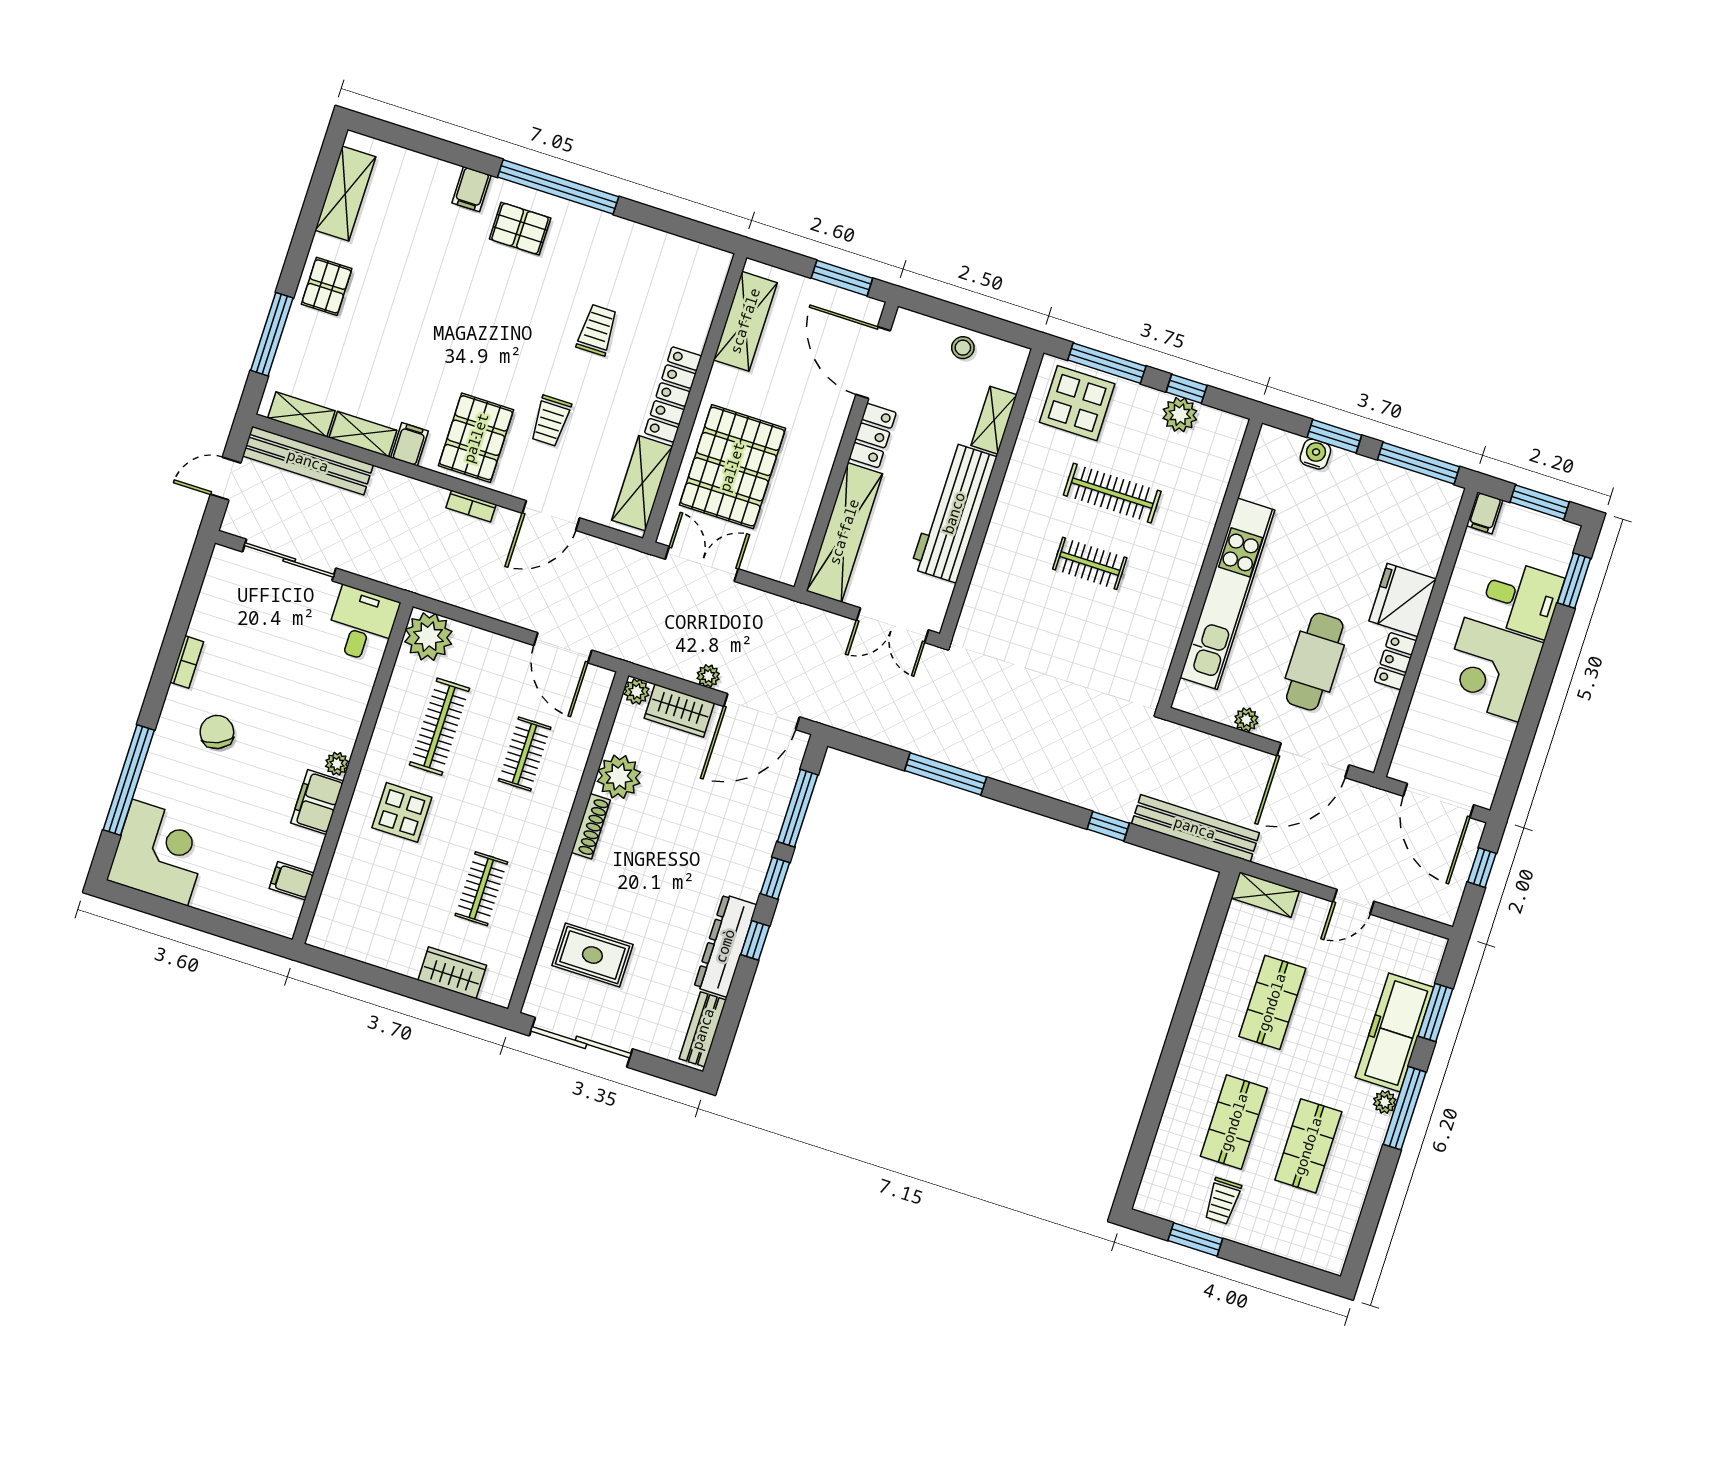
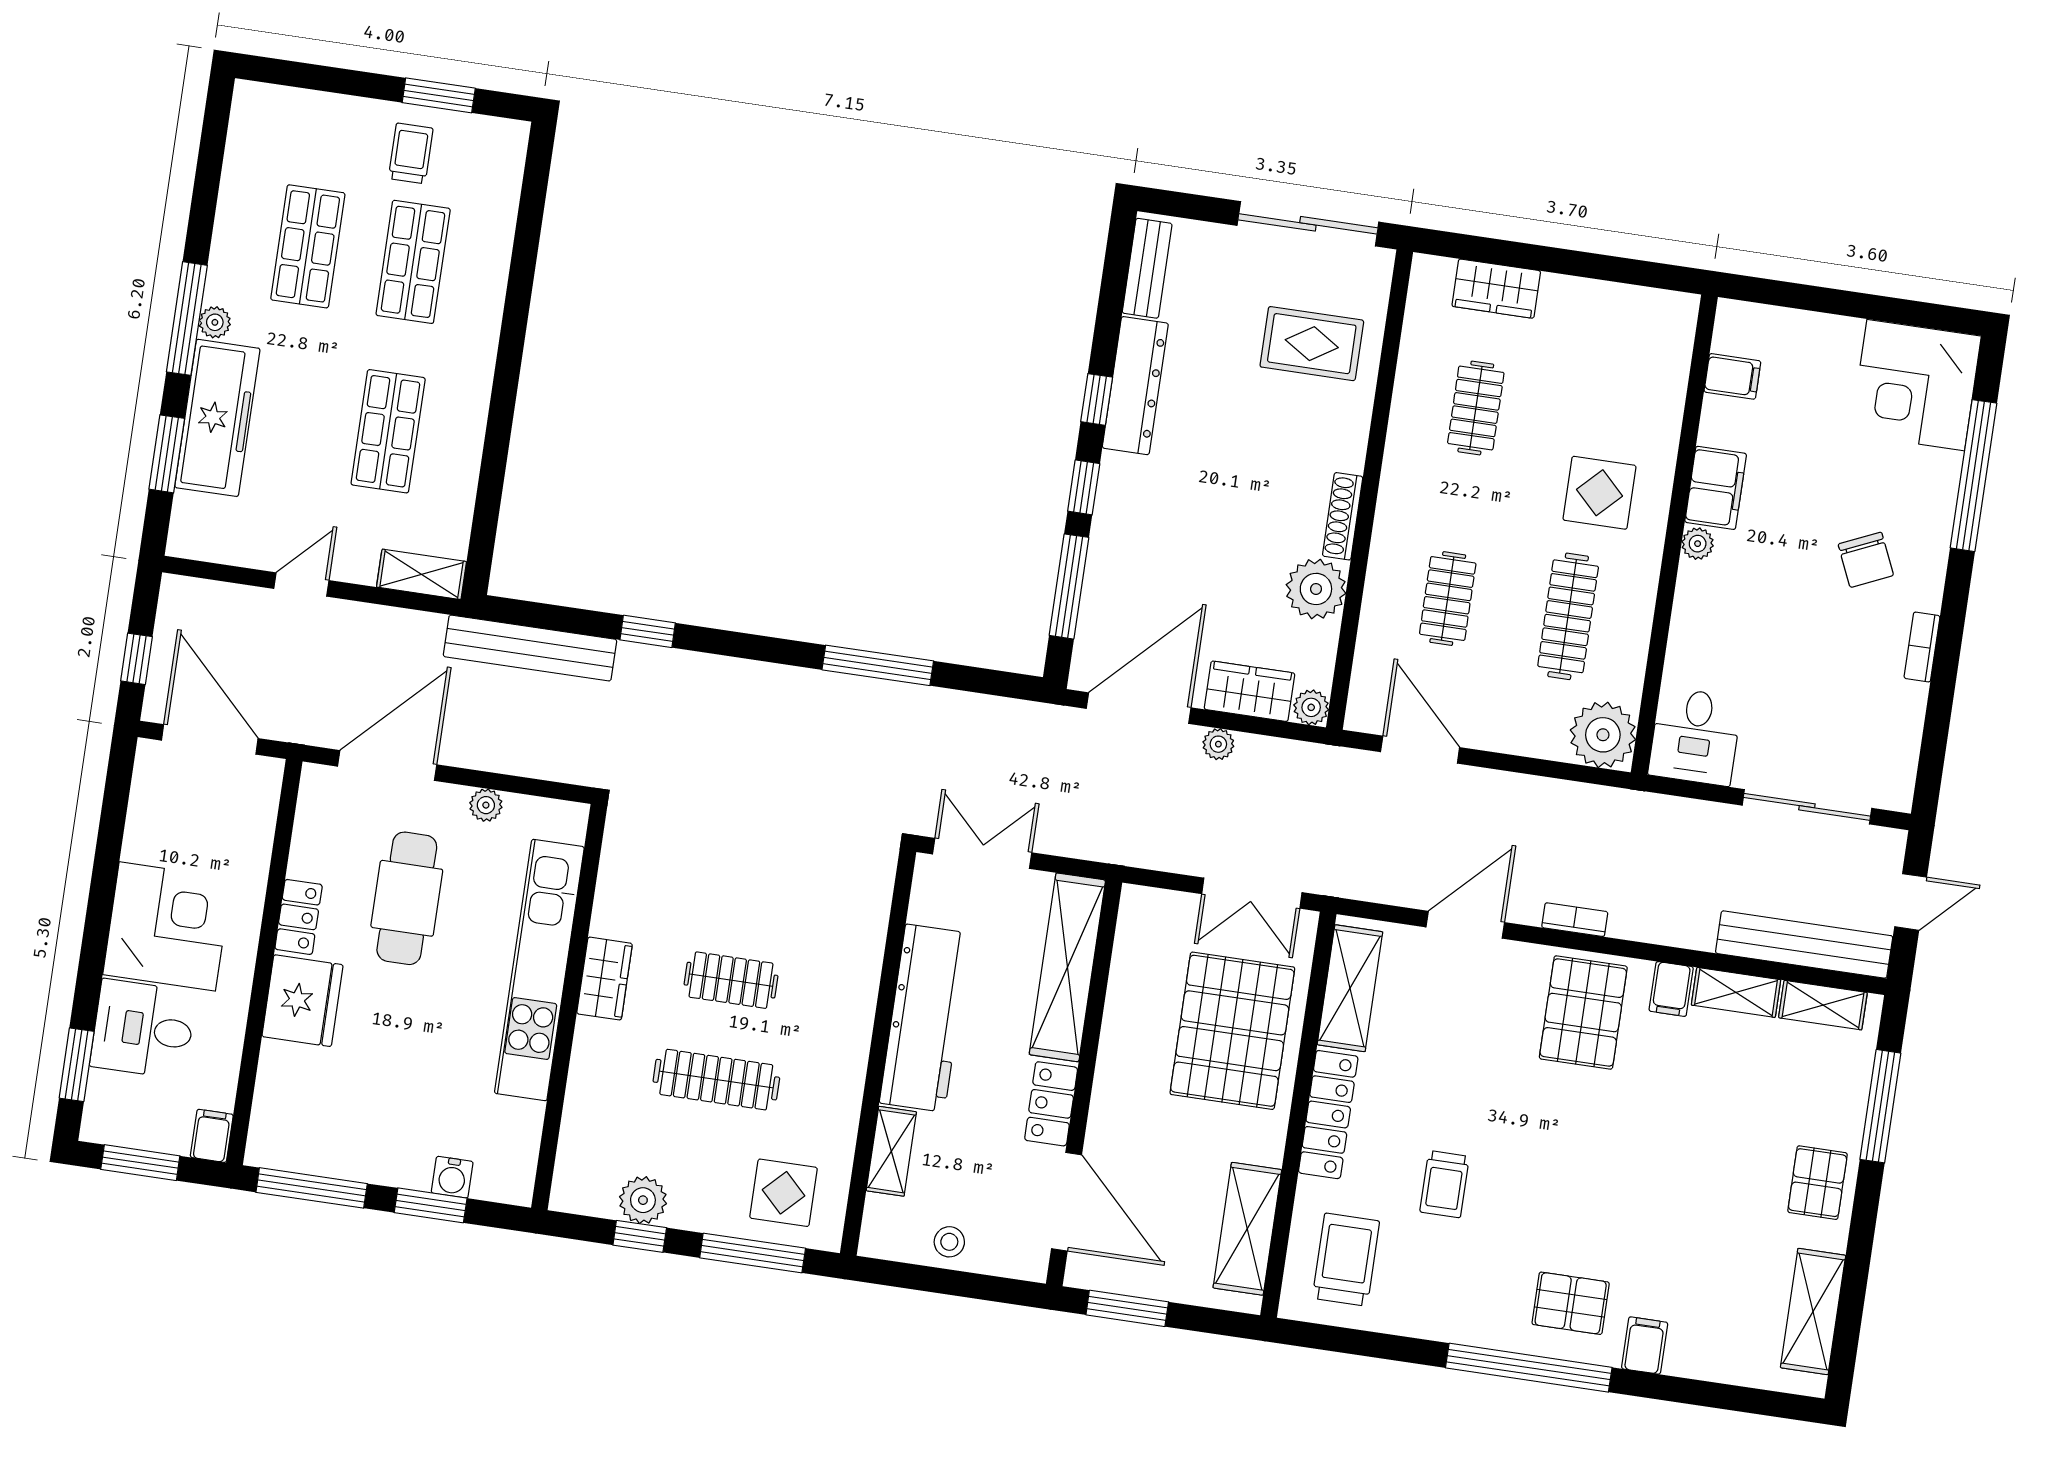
display table: (1077, 403) -> (784, 1193), width x0.73, depth x0.73
trolley: (551, 421) -> (1346, 1260), moved, width x1.36, depth x1.39
wardrobe: (1181, 580) -> (605, 979), added

